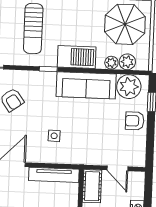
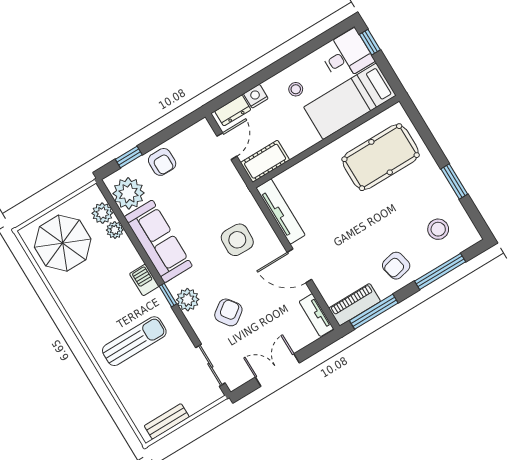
barbecue: (77, 57) -> (144, 280), width x0.53, depth x0.65
plant: (37, 79) -> (188, 300), added
side table: (54, 136) -> (237, 240), width x1.87, depth x1.87
dresser: (138, 187) -> (233, 110), added

